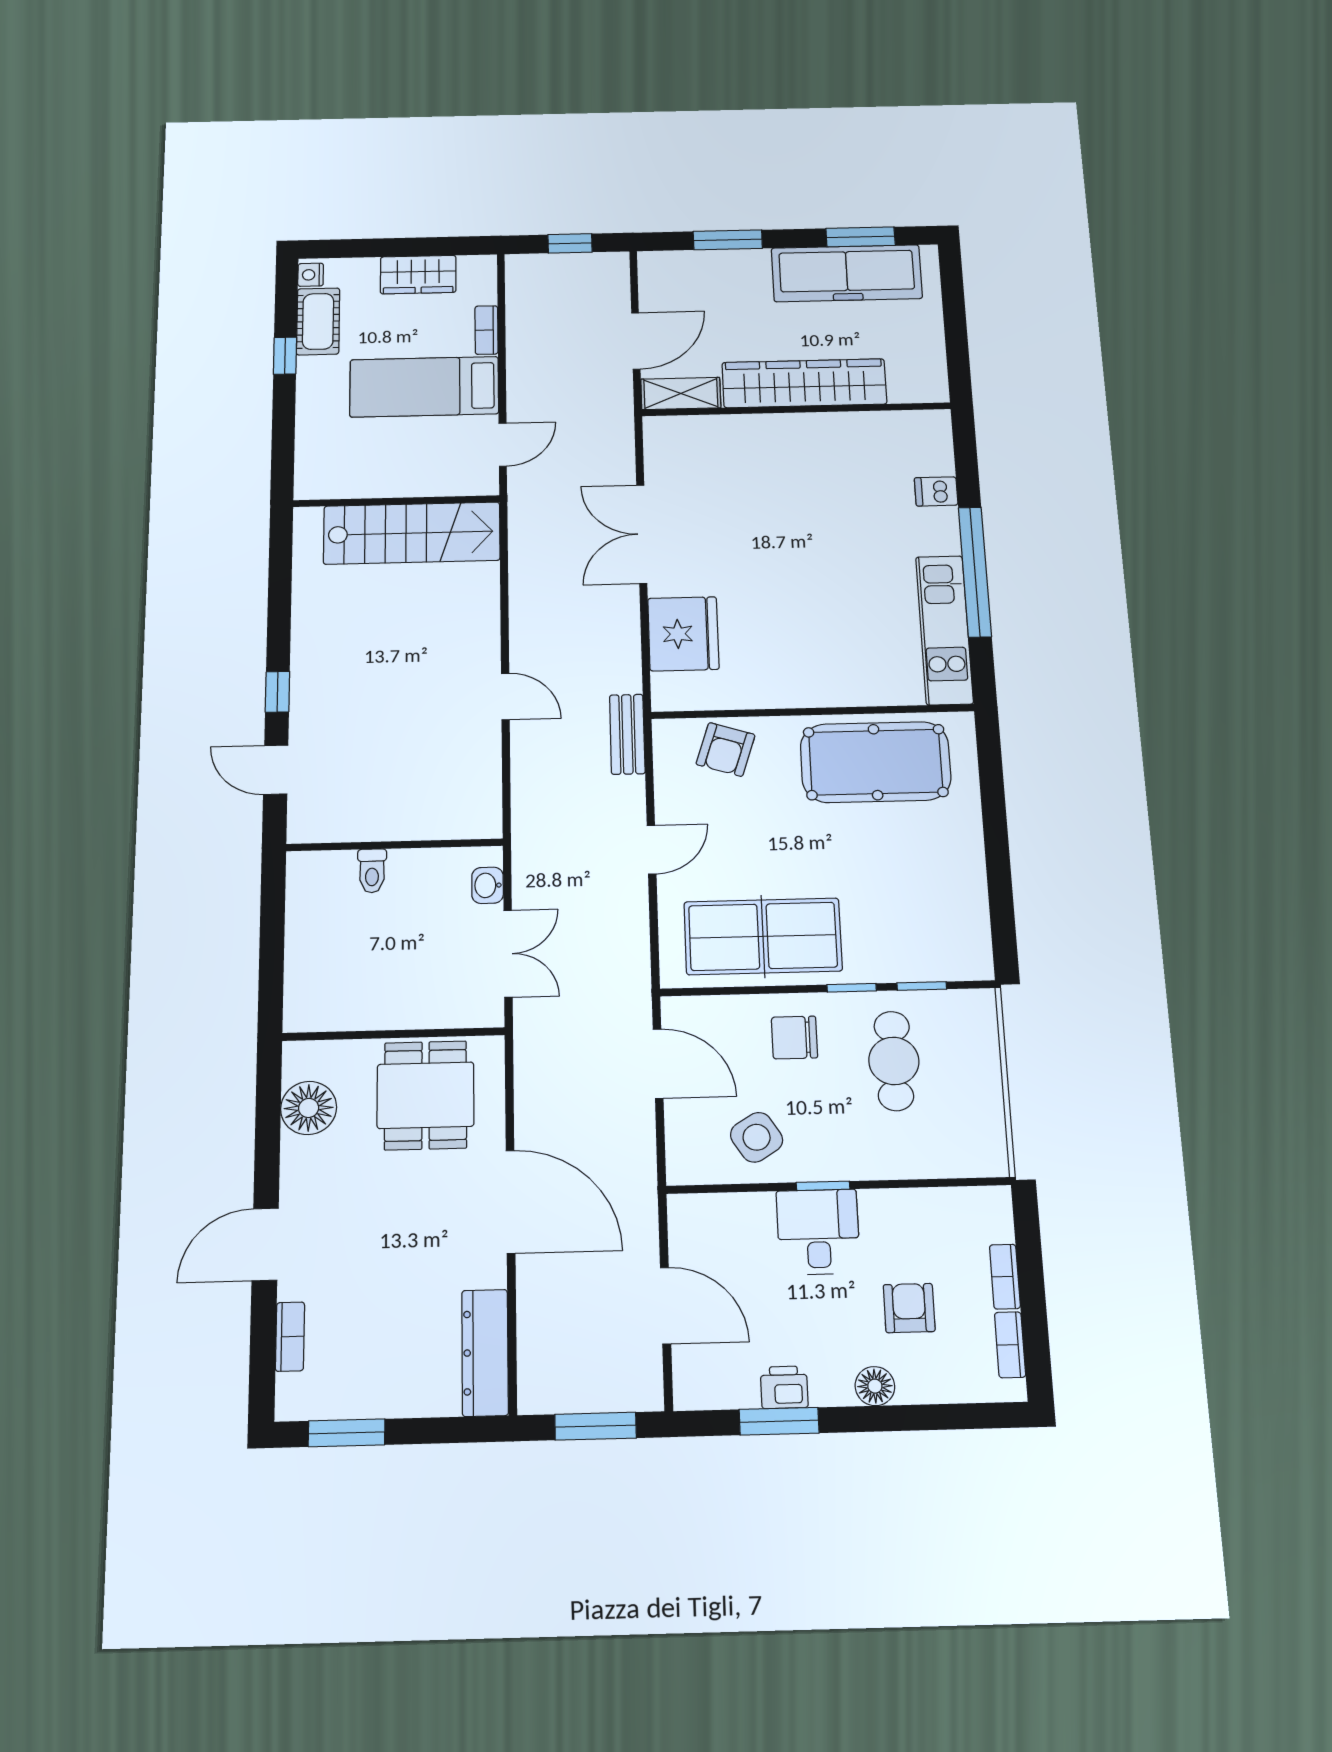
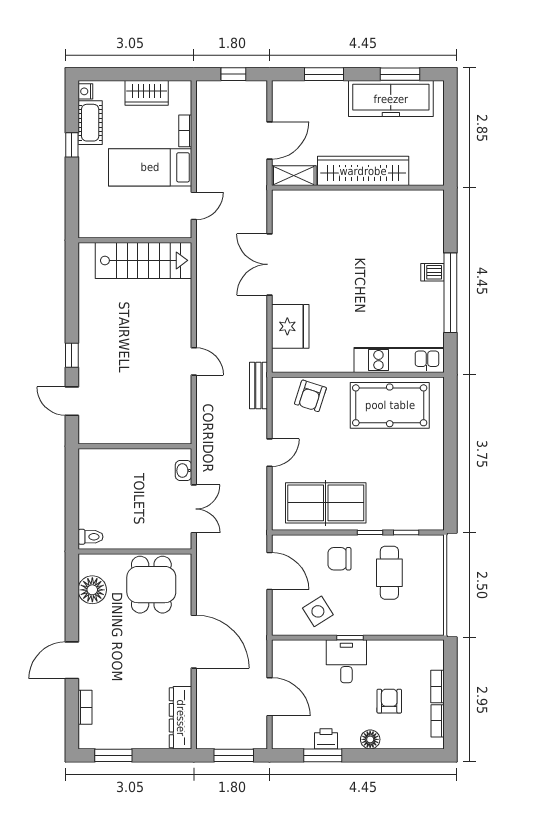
dishwasher: (936, 491) -> (433, 272), moved
kitchen unit: (944, 630) -> (399, 360), moved, turned 90
toilet: (372, 871) -> (90, 537), moved, turned -90

